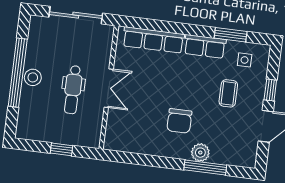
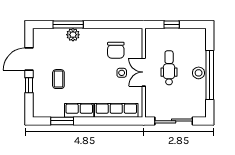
side table: (245, 60) -> (122, 73), moved
chair: (179, 121) -> (116, 50), moved, turned 180

